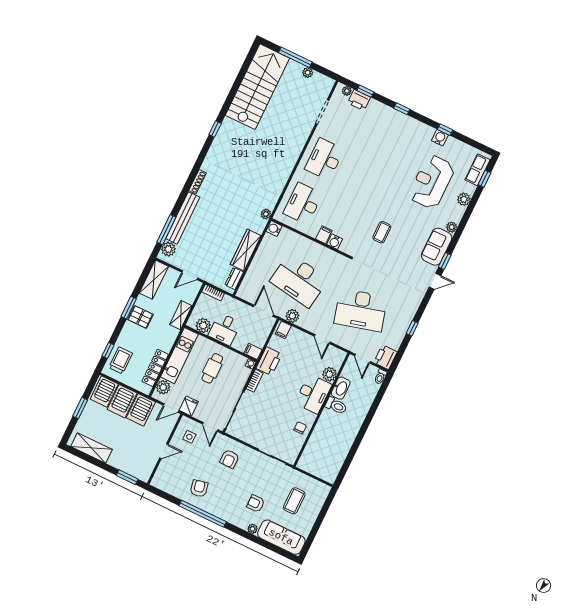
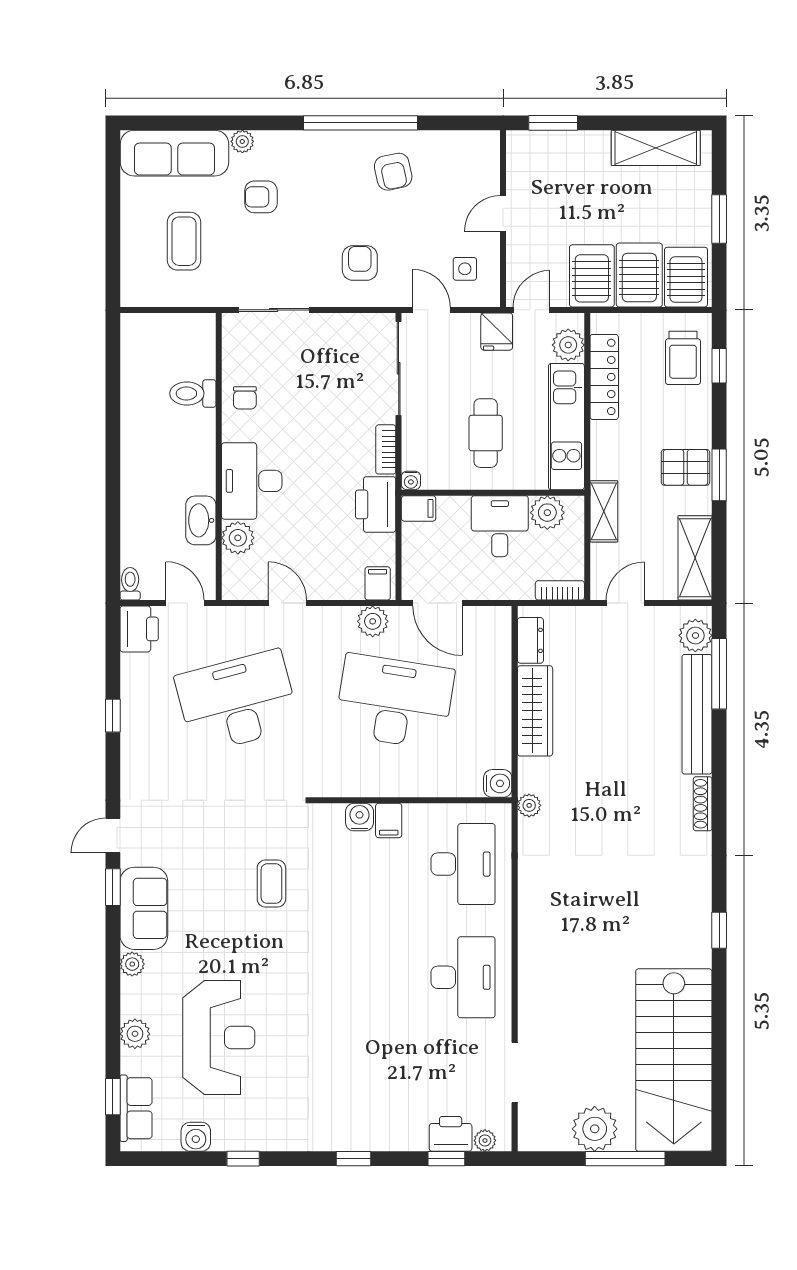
plant: (308, 73) -> (595, 1129), width x1.87, depth x1.87
water cooler: (440, 138) -> (196, 1137), moved
toilet: (336, 406) -> (193, 393), moved
armchair: (256, 504) -> (261, 197), turned 180

